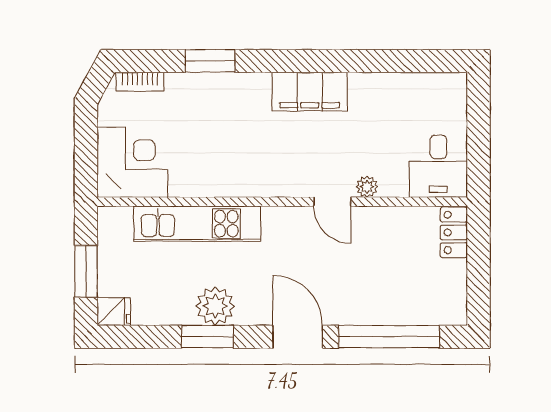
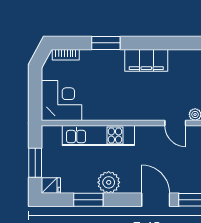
filing cabinet: (310, 92) -> (146, 60), moved
window: (207, 337) -> (88, 200), moved

